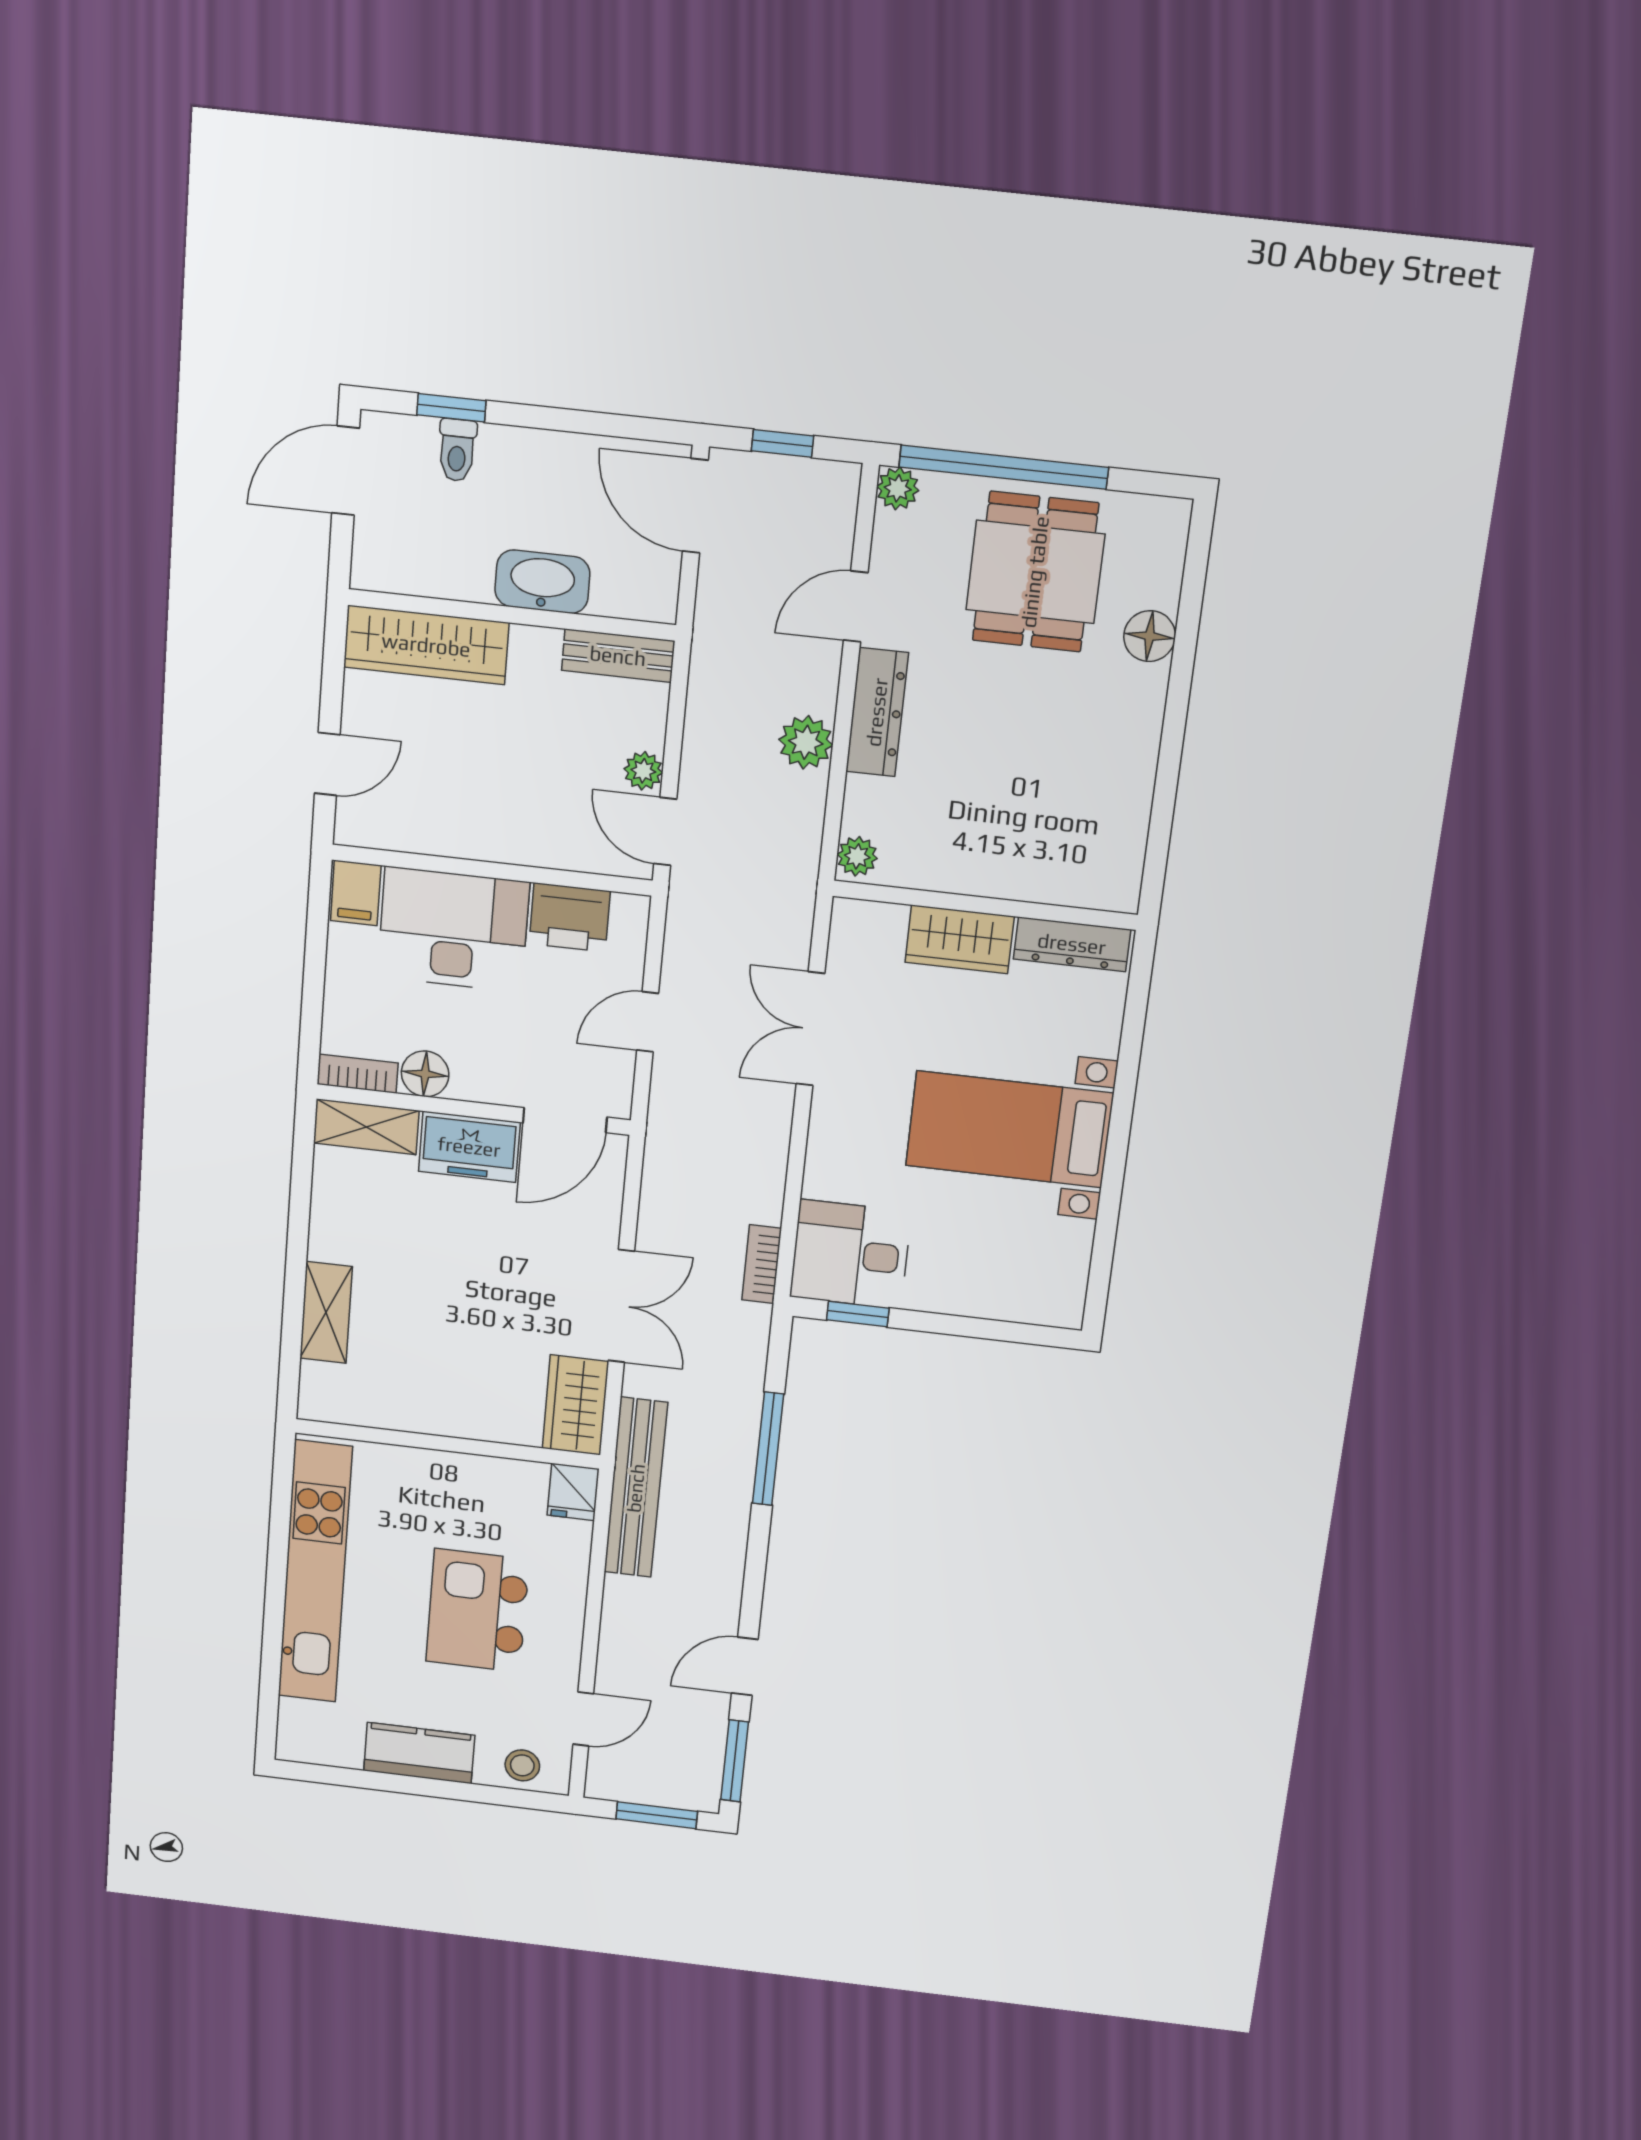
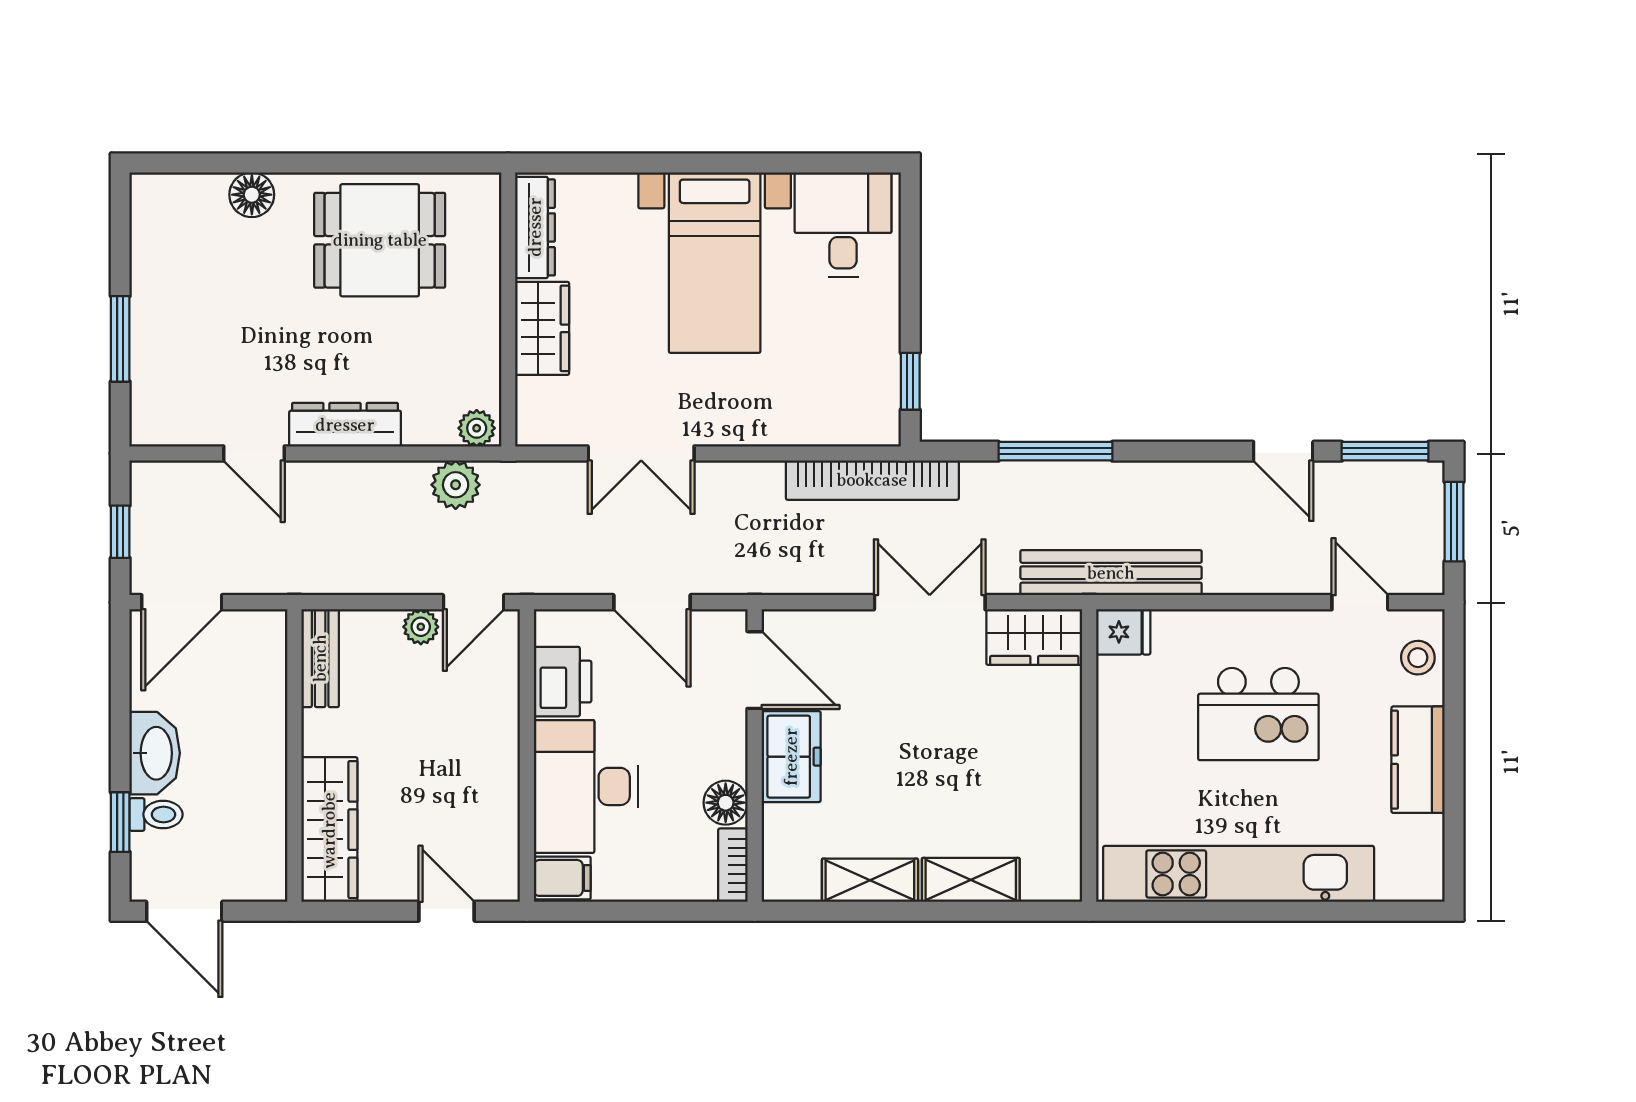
window: (1004, 467) -> (120, 339), width x0.47
plant: (898, 488) -> (148, 428), removed
dining table: (1035, 572) -> (380, 240), moved
washbasin: (542, 582) -> (155, 753), moved, turned 180
plant: (806, 742) -> (456, 485), moved
door: (648, 1022) -> (652, 602), width x1.38
shelving: (366, 1127) -> (870, 880), moved, turned 90
desk: (850, 1254) -> (843, 225), moved, turned 180
bookcase: (762, 1264) -> (872, 480), width x2.31, depth x1.31

